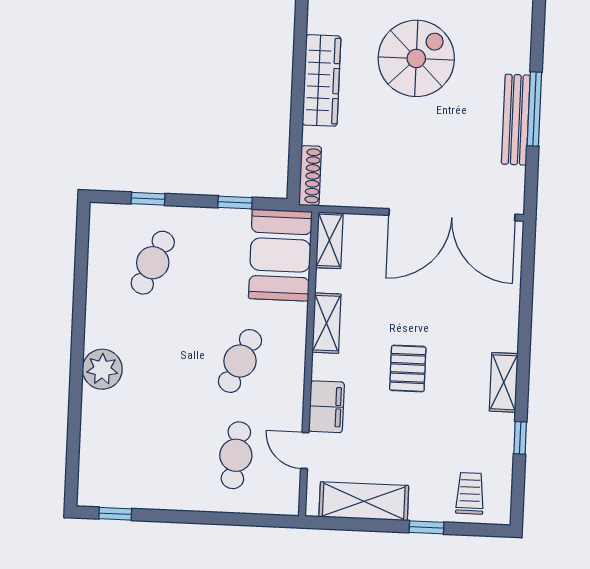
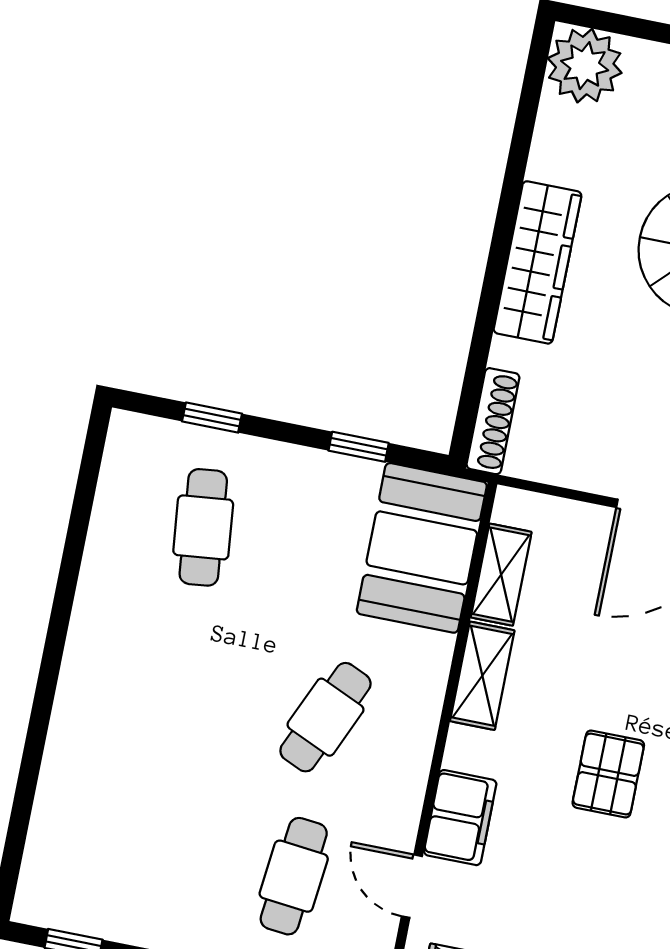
shelving: (329, 240) -> (501, 575), moved
cafe table: (153, 263) -> (203, 527), turned -30
plant: (102, 369) -> (89, 695), removed

